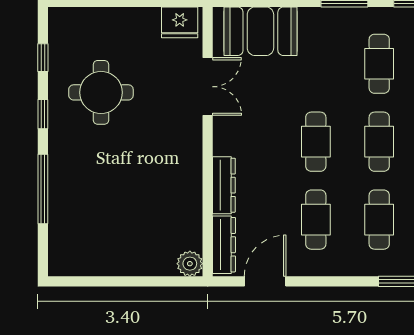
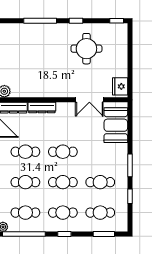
window: (43, 58) -> (117, 21), moved

